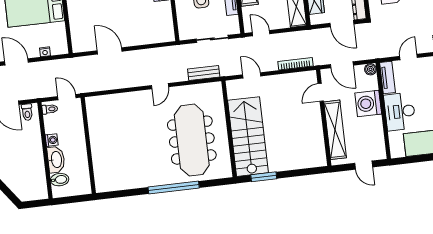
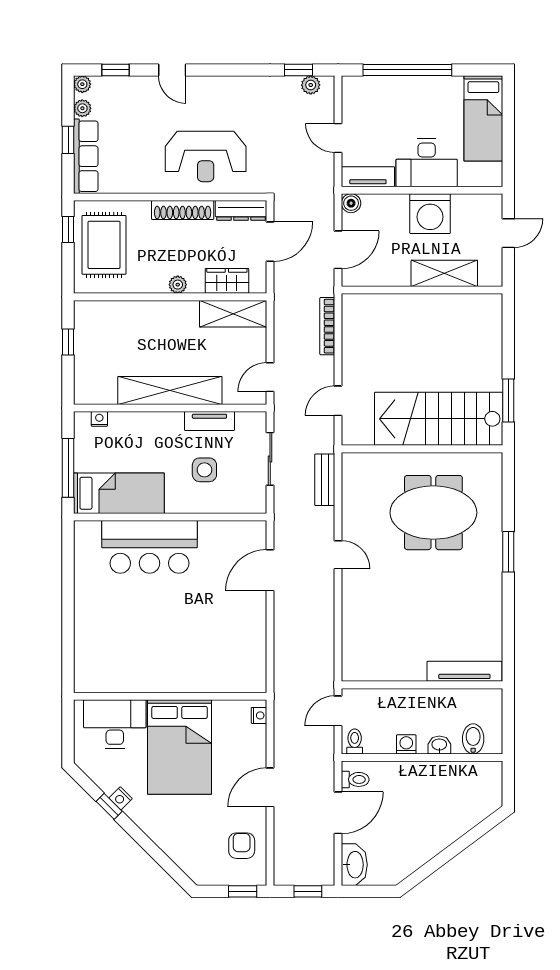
door: (110, 51) -> (270, 570), moved
nightstand: (45, 52) -> (259, 715), moved
door: (321, 92) -> (379, 290), removed
washing machine: (368, 103) -> (430, 214), moved
shelving: (335, 130) -> (444, 273), width x0.68
meeting table: (192, 140) -> (433, 513), width x0.73
washbasin: (56, 160) -> (439, 745), width x0.52, depth x0.69
tv unit: (99, 170) -> (464, 671), added
window: (174, 187) -> (508, 552), width x0.47

